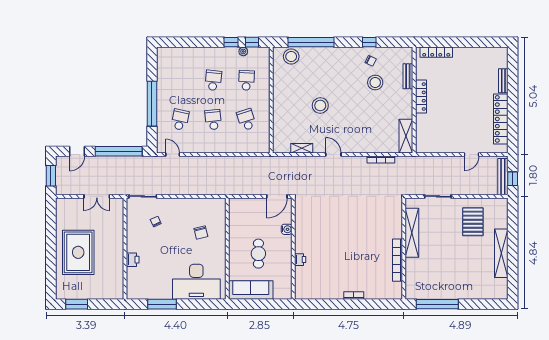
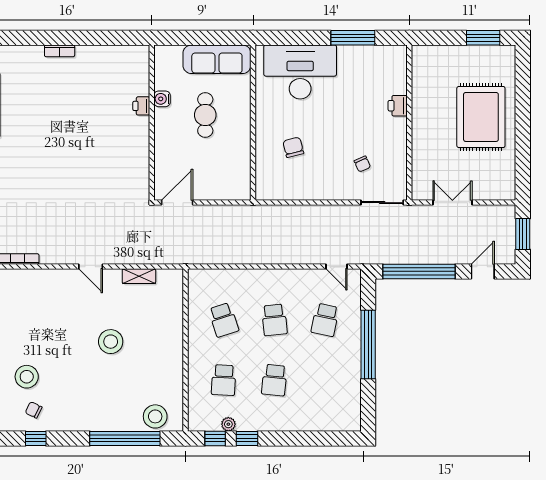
water cooler: (287, 229) -> (162, 99), moved

